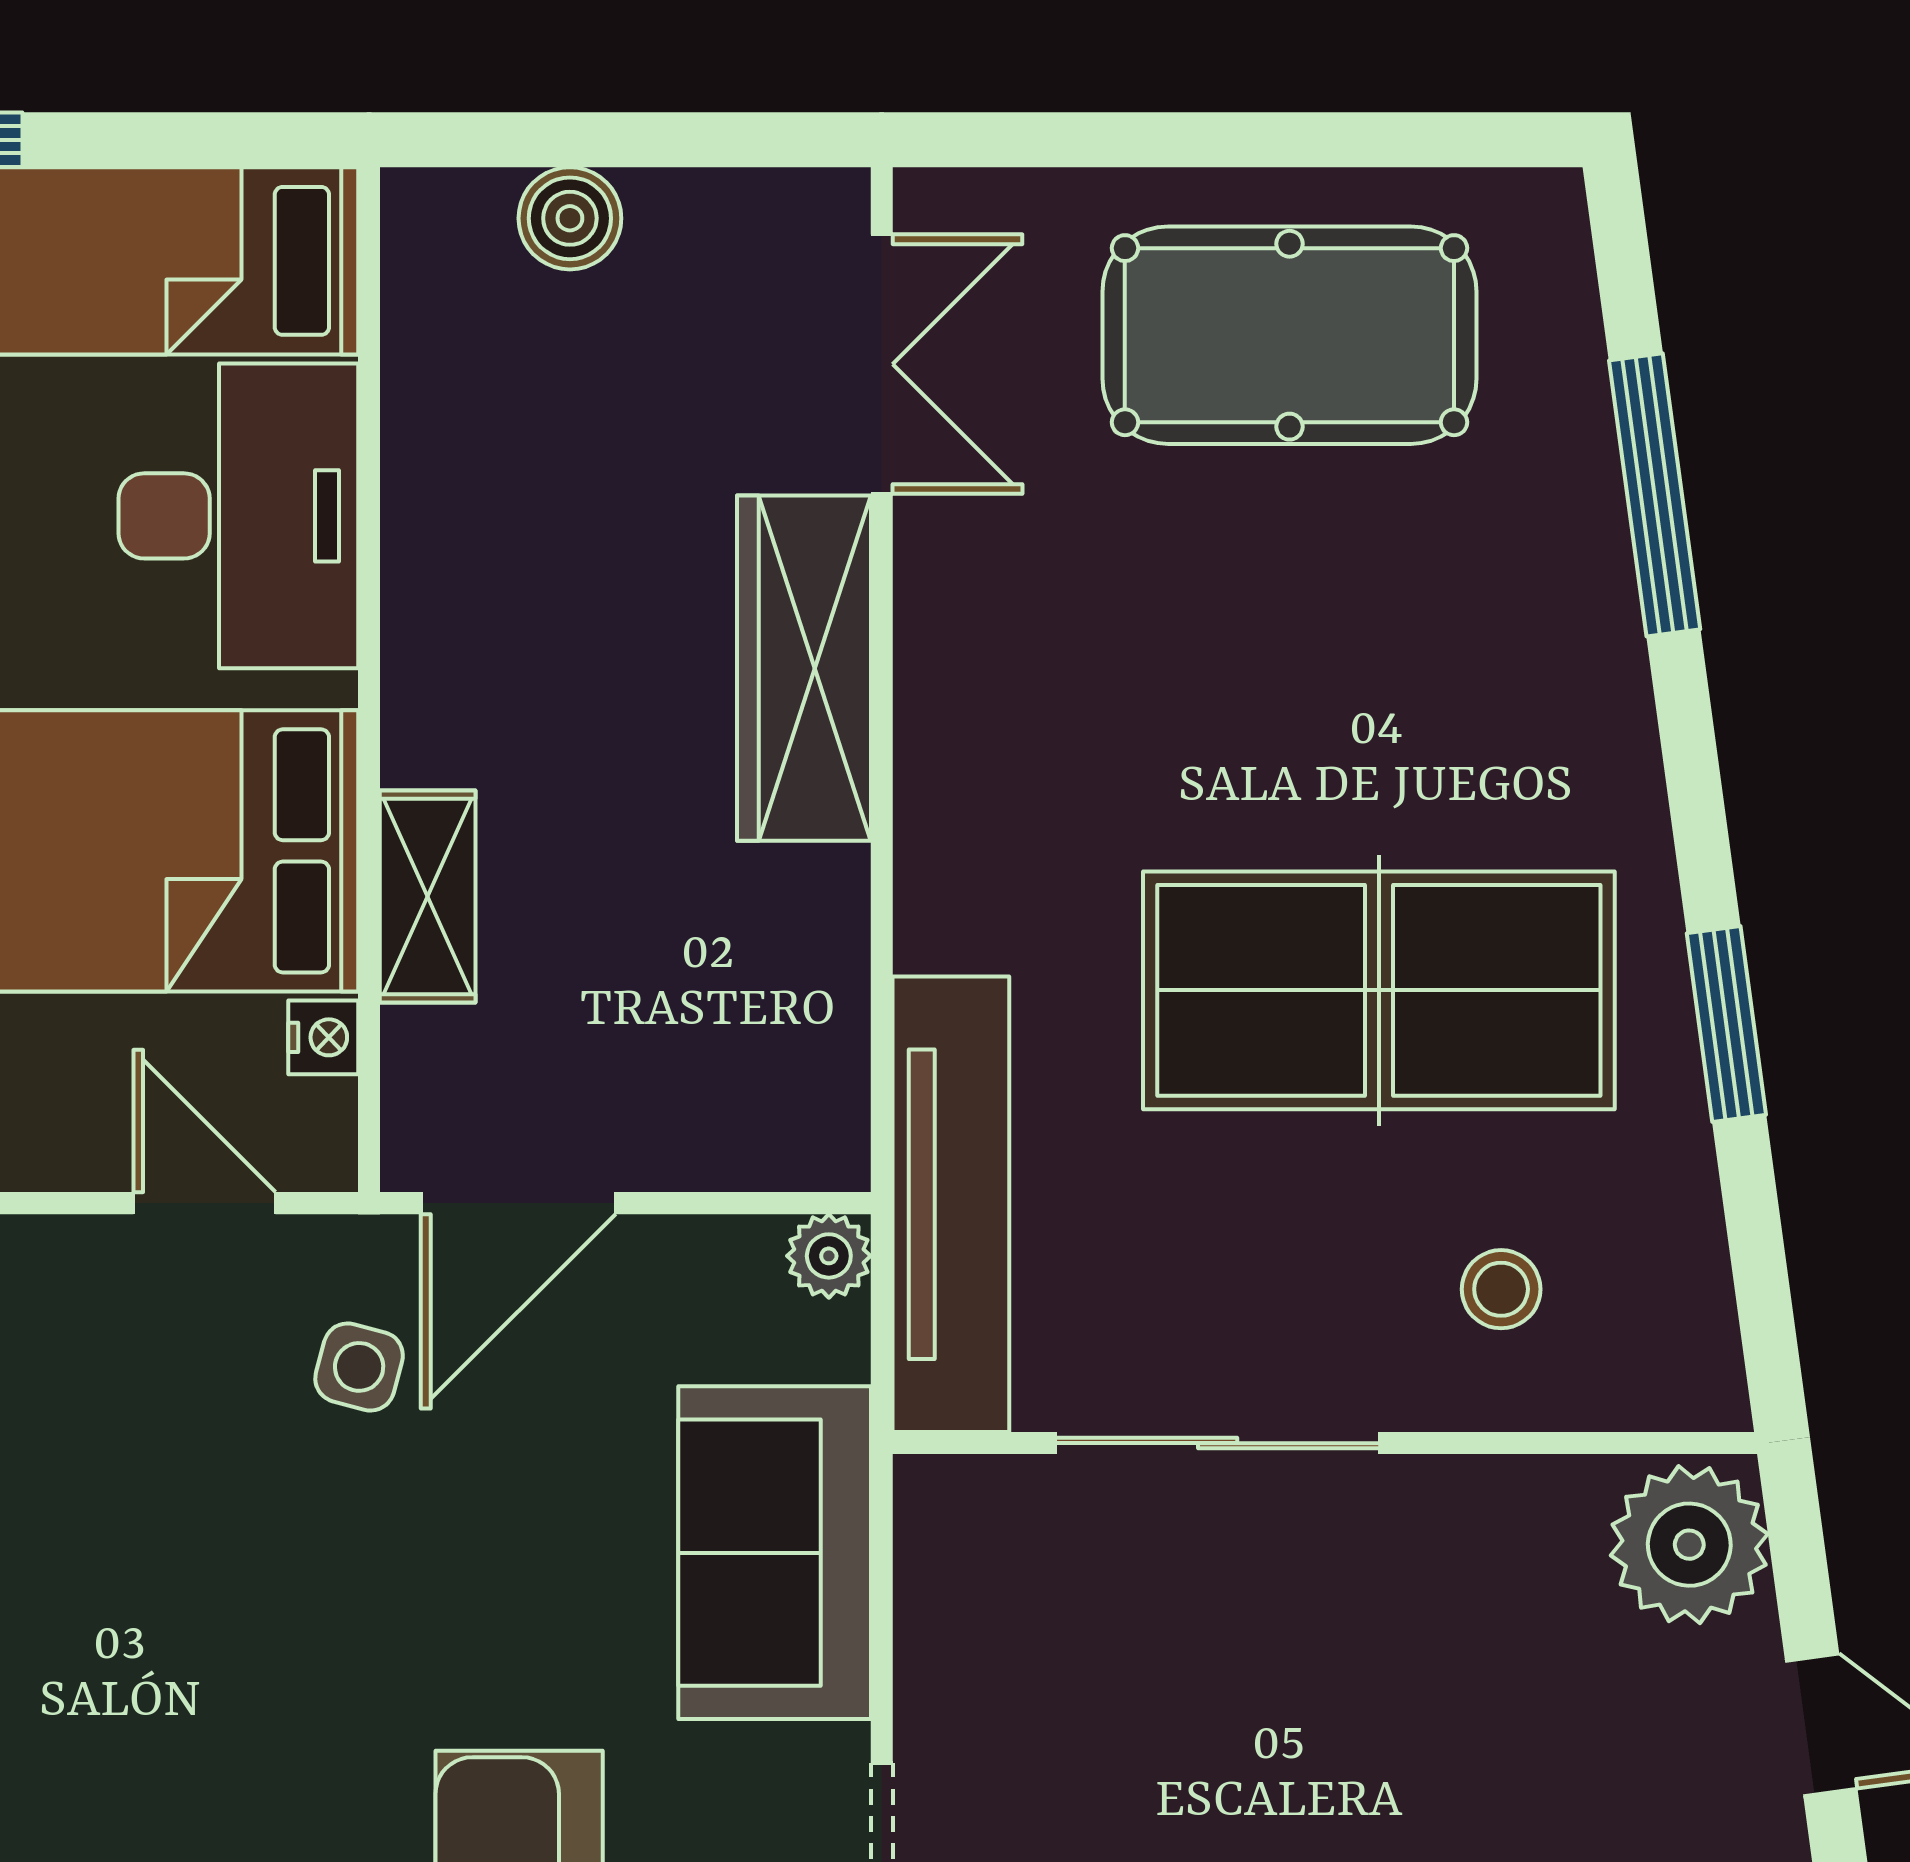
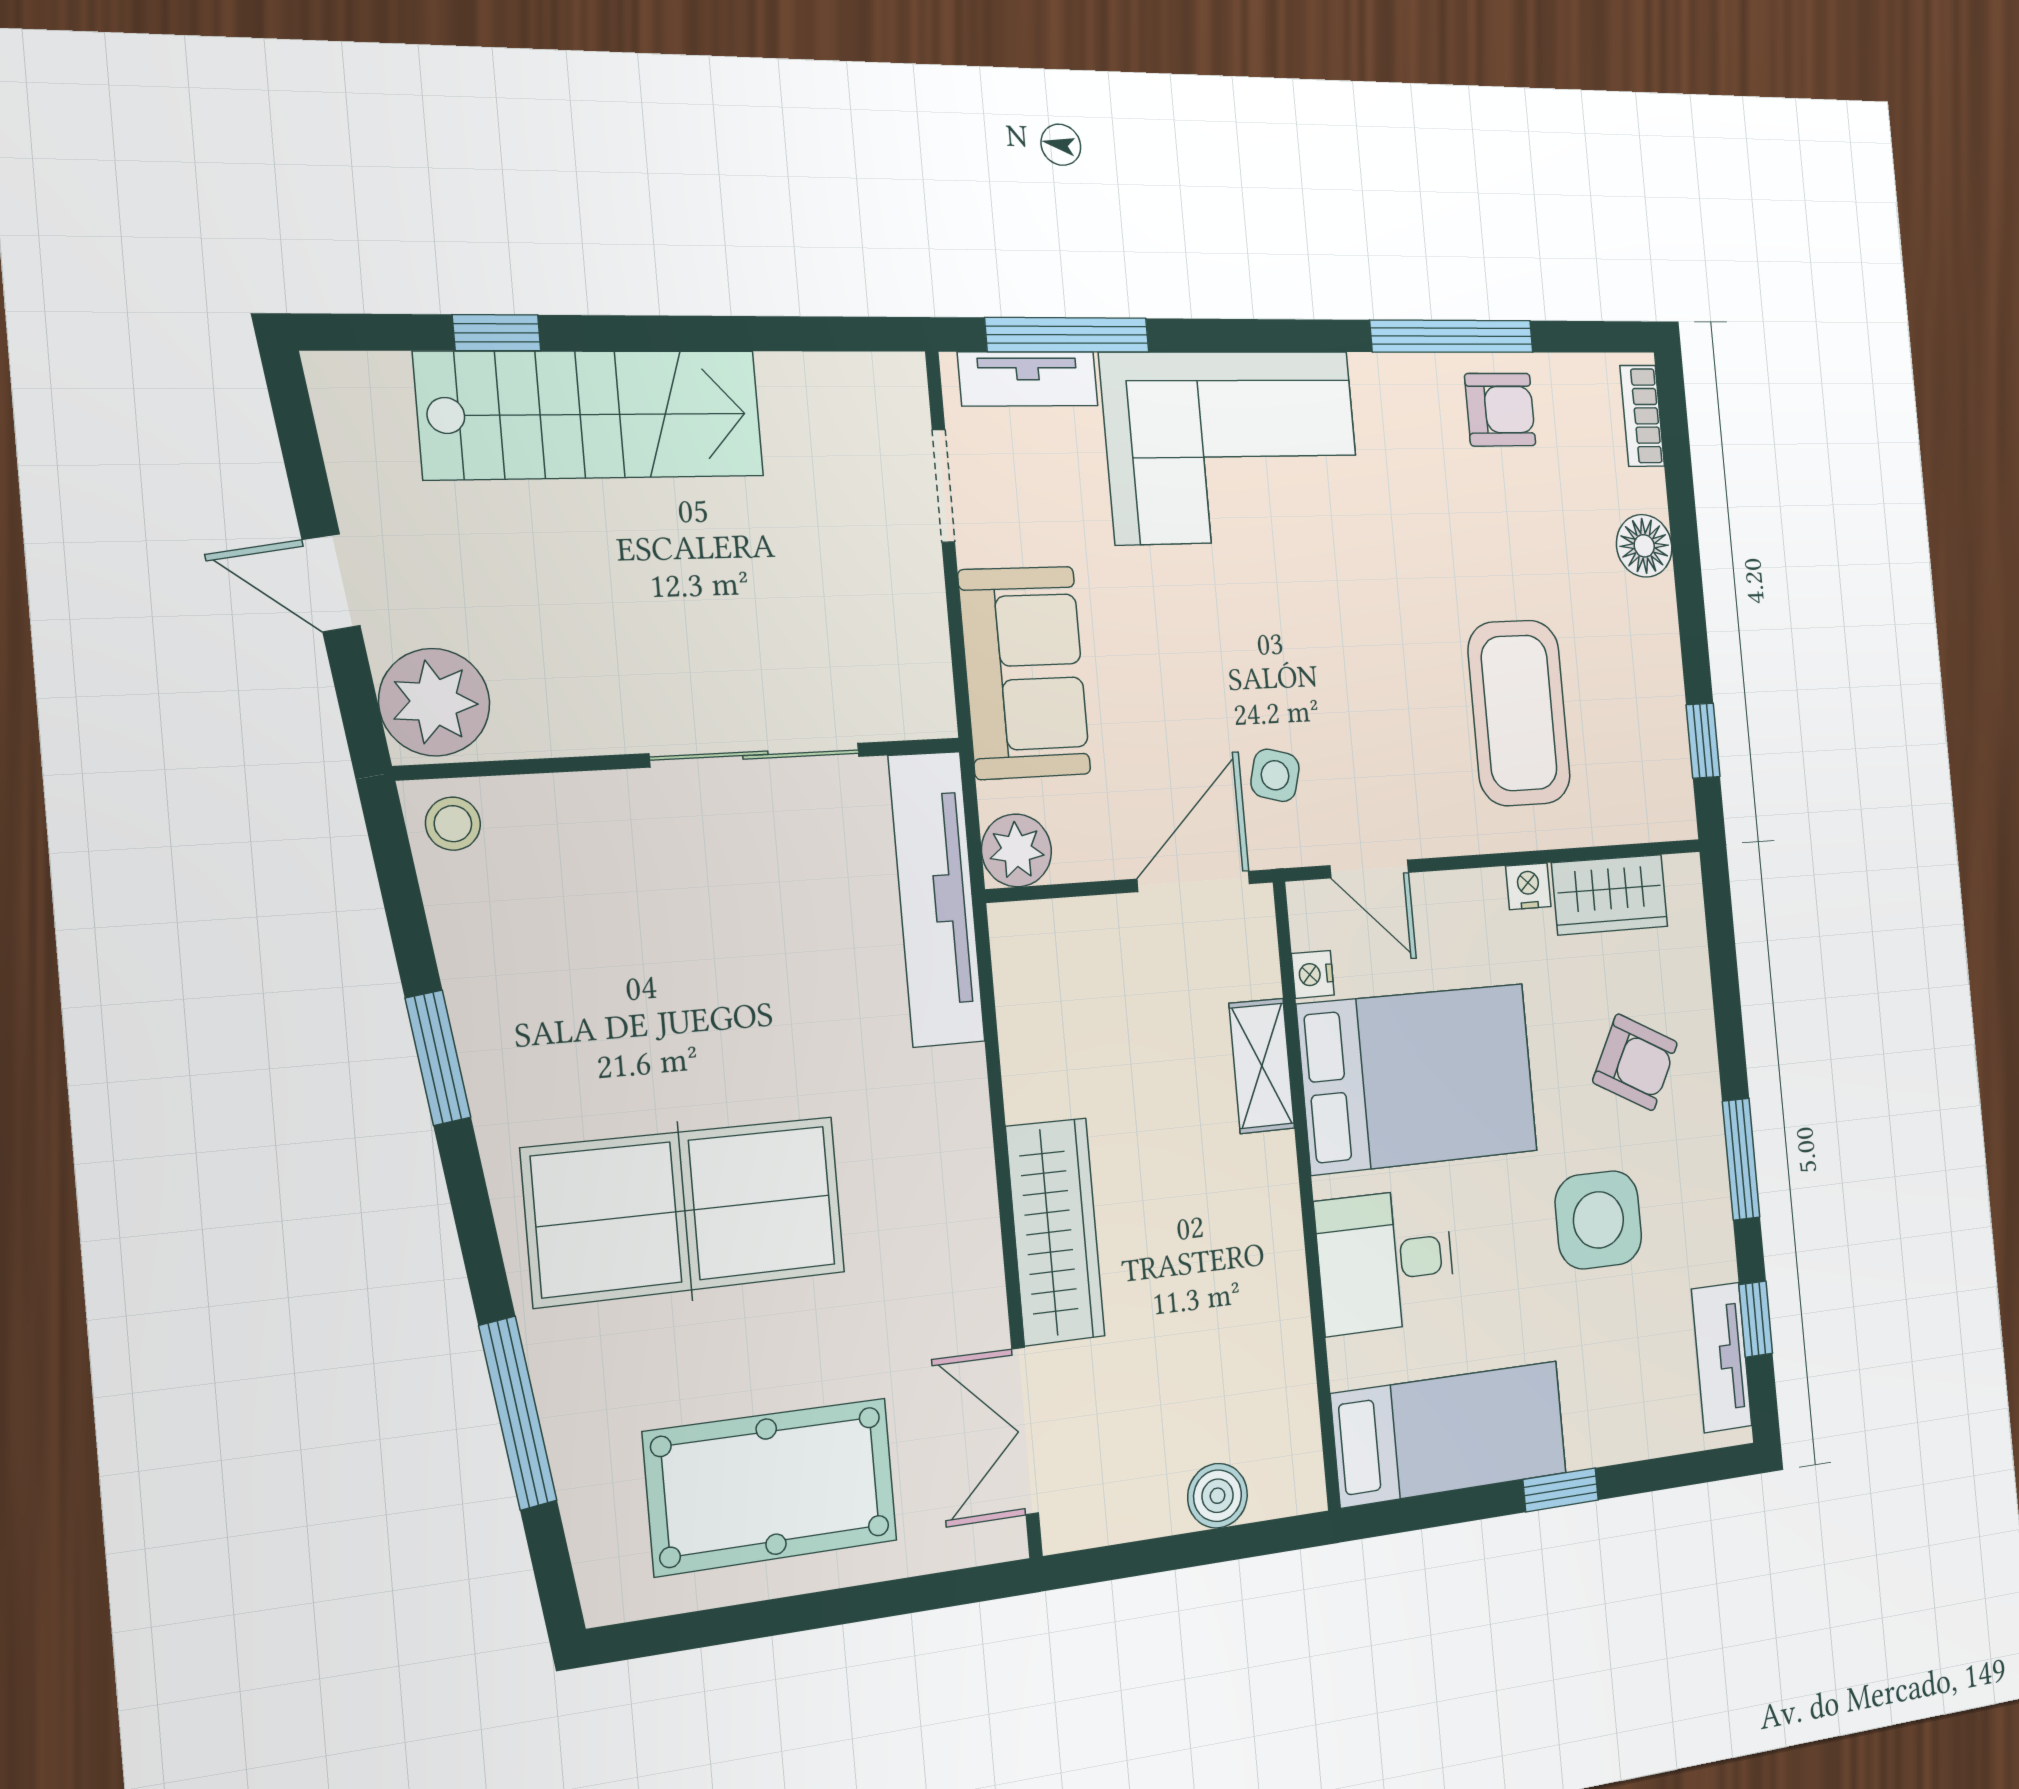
desk: (238, 516) -> (1386, 1261), width x0.73
table tennis table: (1379, 990) -> (685, 1211), moved
plant: (829, 1256) -> (1017, 850), width x1.38, depth x1.38
stool: (1501, 1289) -> (453, 824), moved

